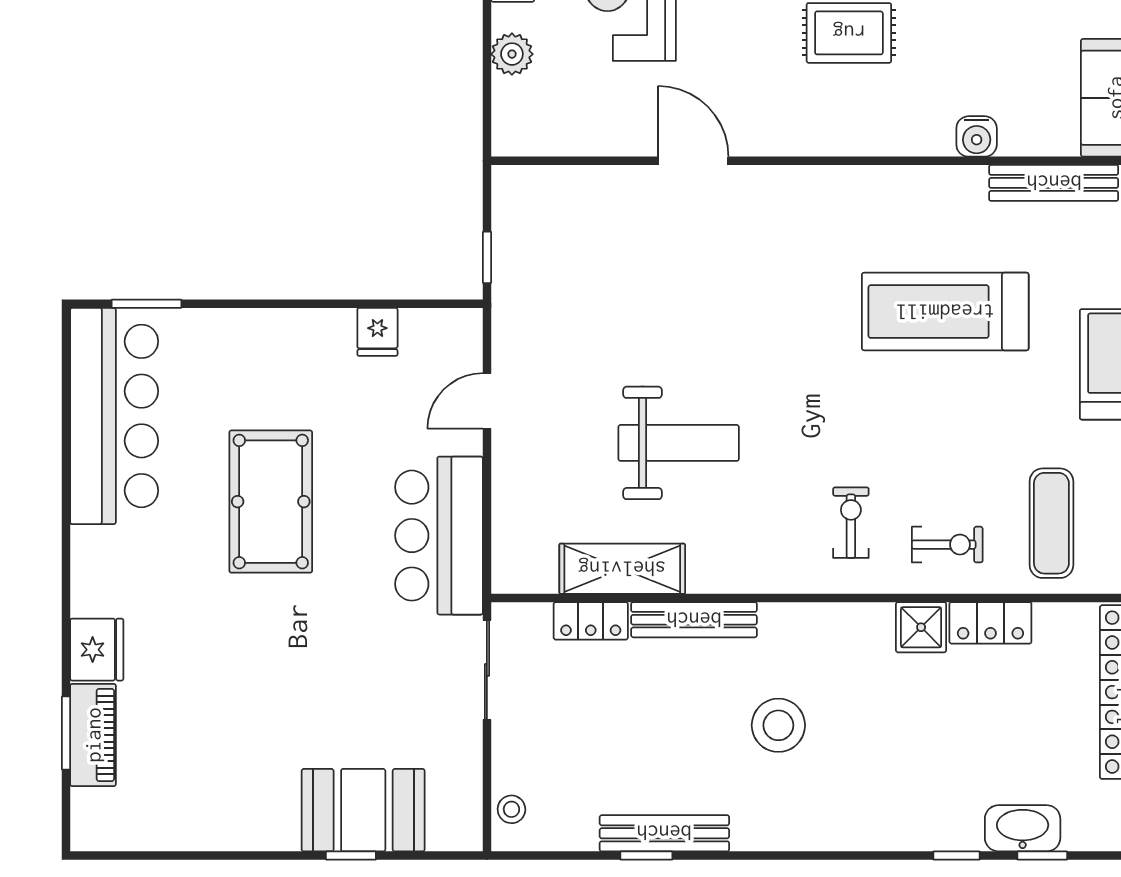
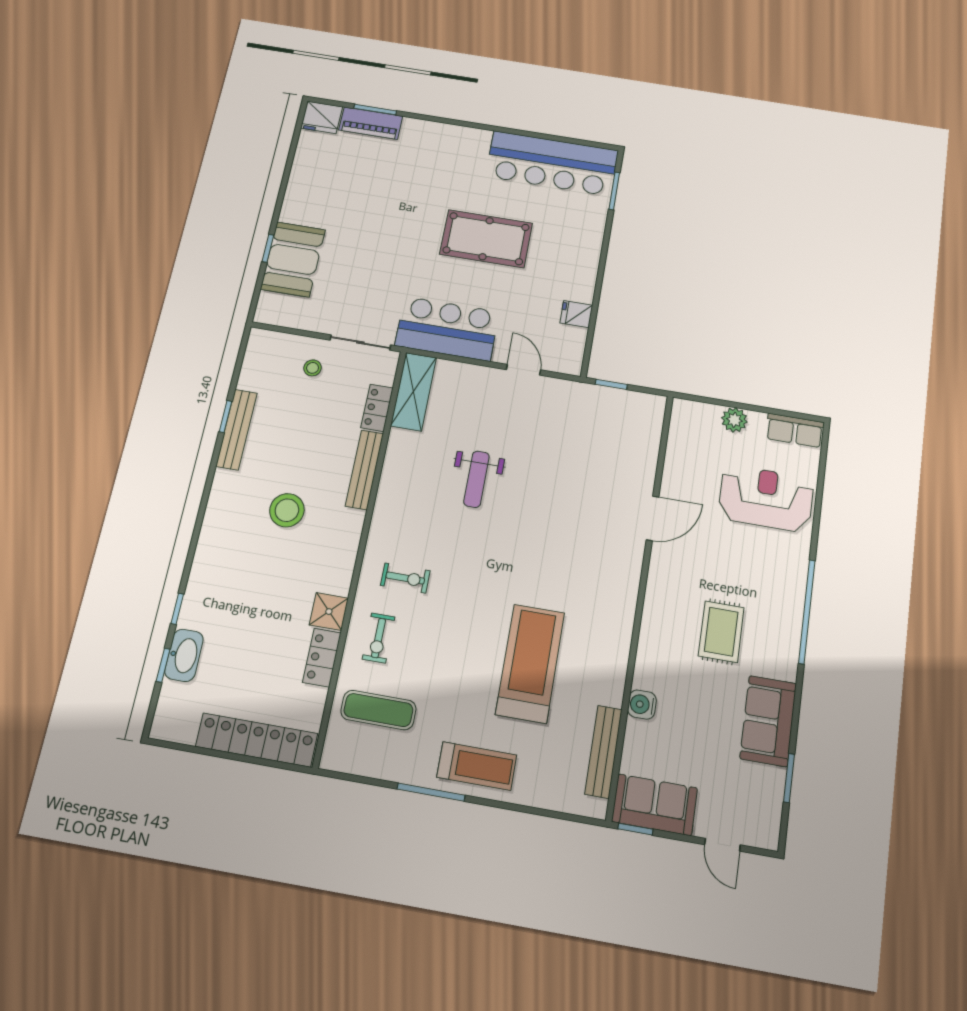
weight bench: (679, 443) -> (476, 479), width x0.73, depth x0.75
shelving: (622, 569) -> (413, 392), moved
fridge: (97, 650) -> (322, 117), moved
stool: (511, 809) -> (313, 368), moved

